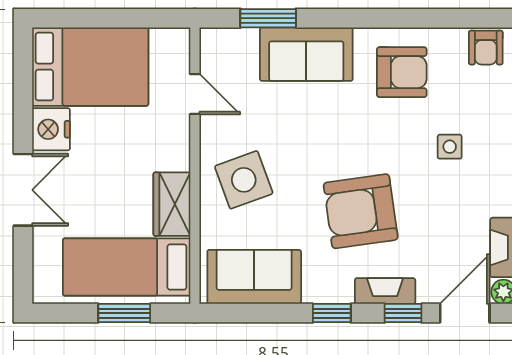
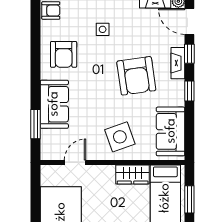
armchair: (402, 72) -> (64, 54), turned 180

